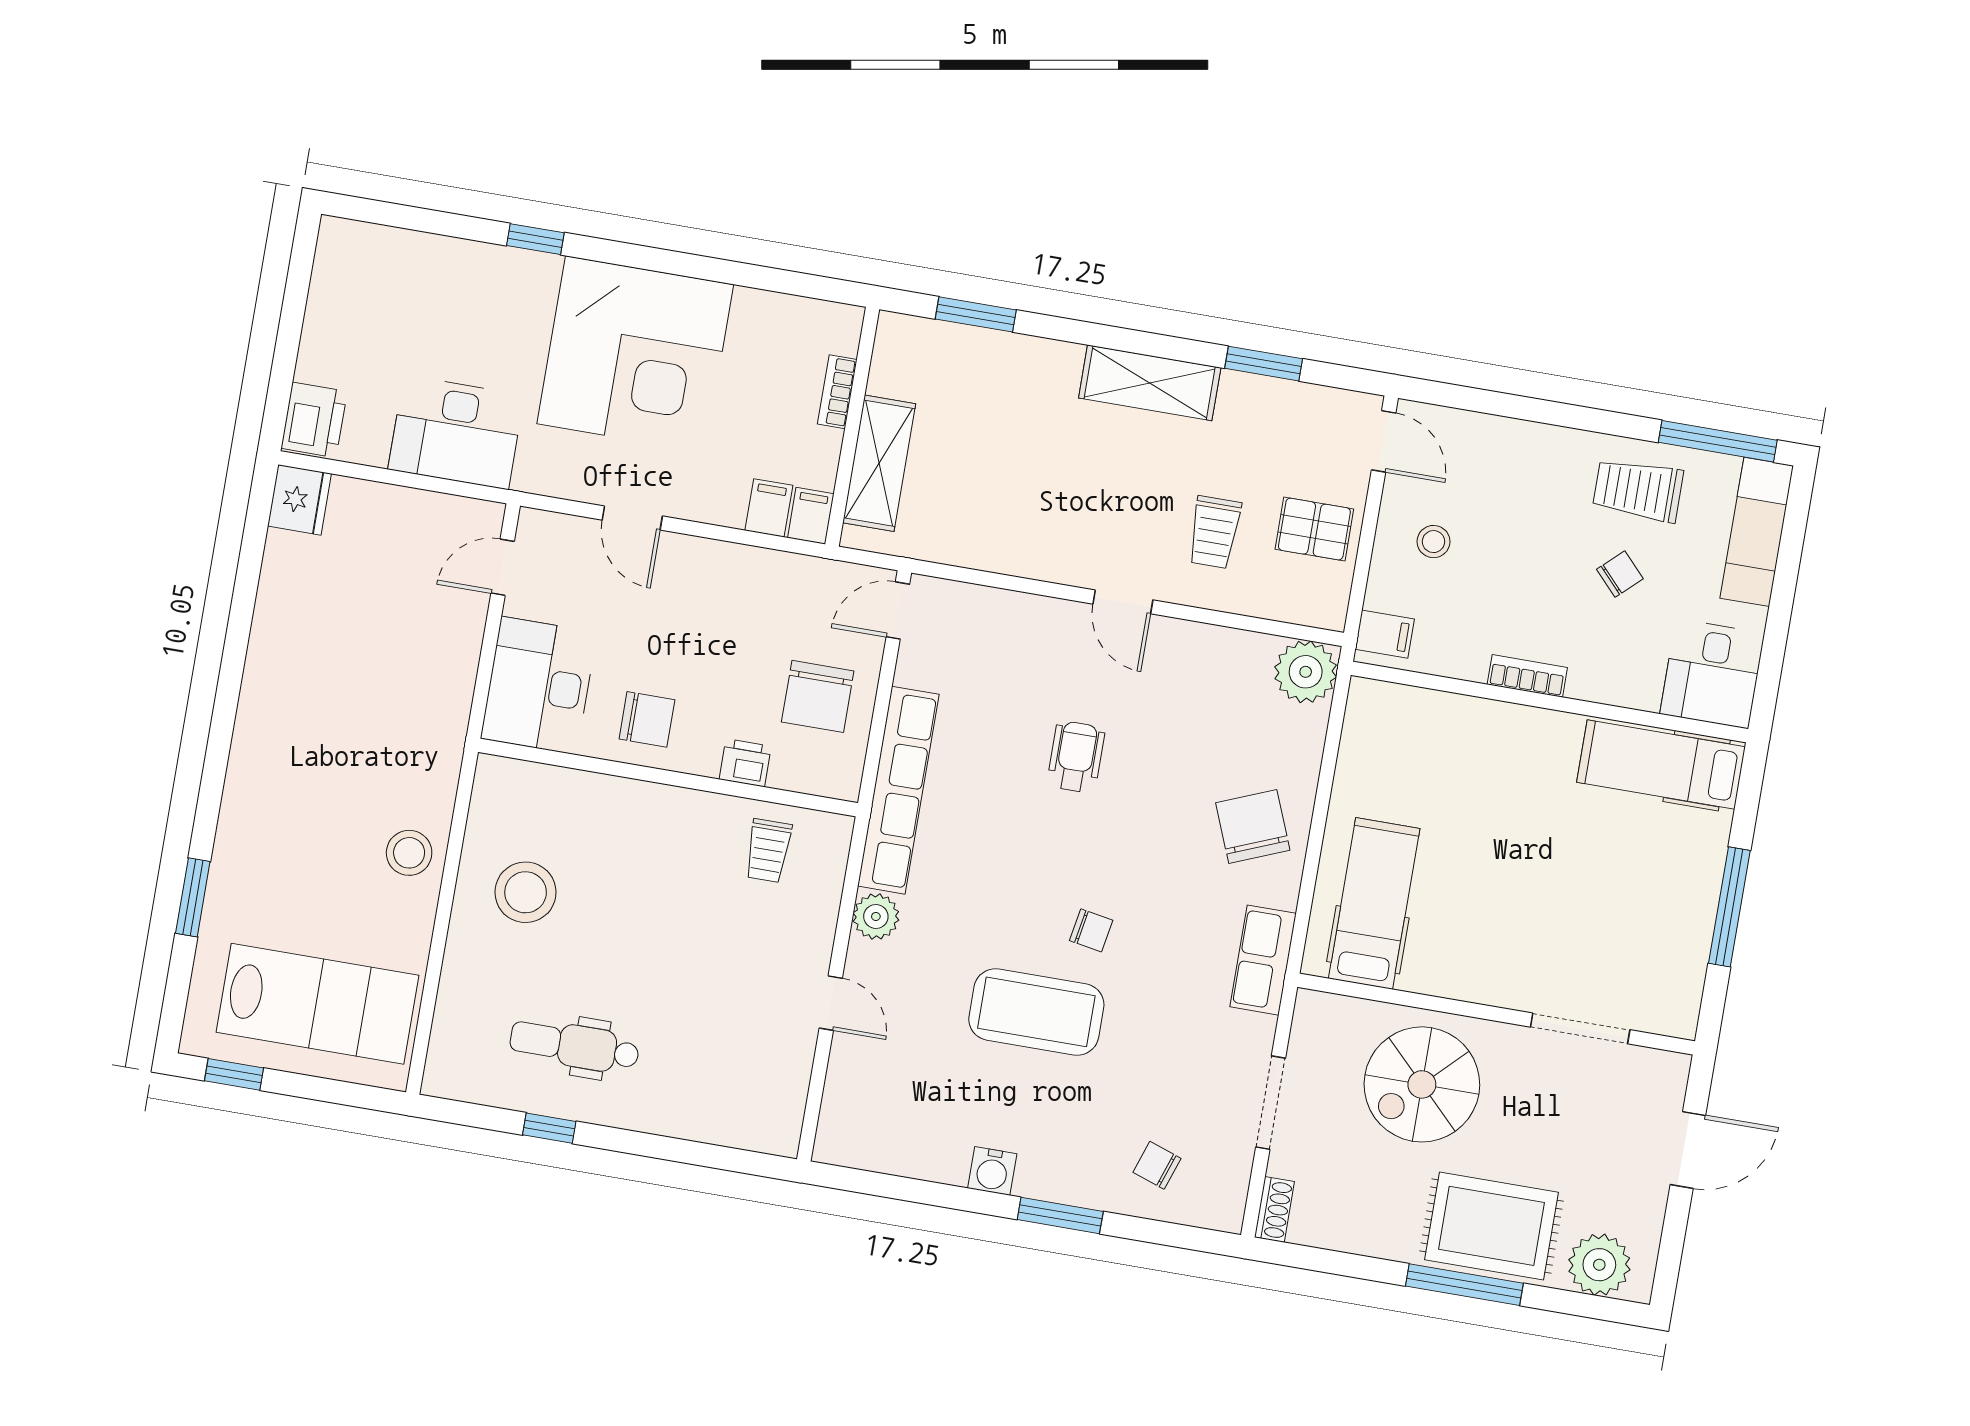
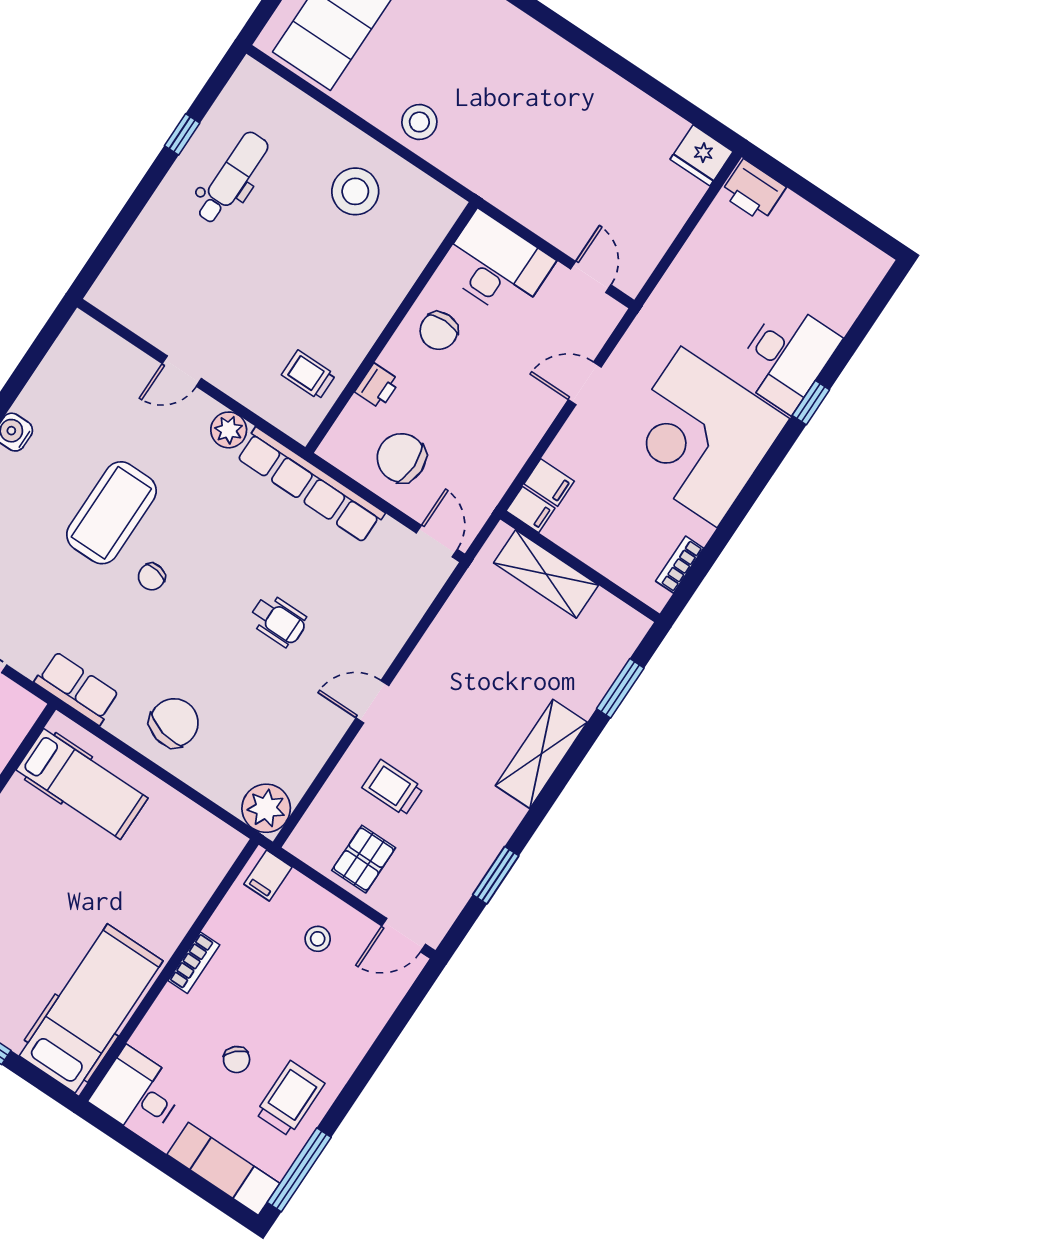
shelving: (1150, 383) -> (541, 754), moved
bookcase: (837, 392) -> (680, 565), moved, turned -90
desk: (456, 432) -> (787, 357), moved, turned 180
hospital bed: (1661, 765) -> (91, 1008), width x1.37, depth x1.29
chair: (1253, 827) -> (174, 723), turned -54

